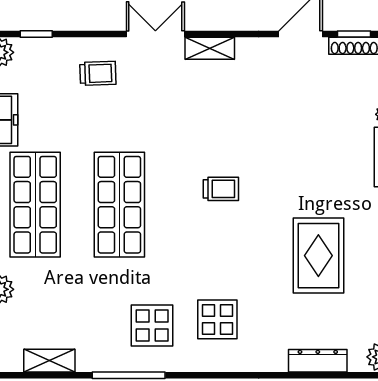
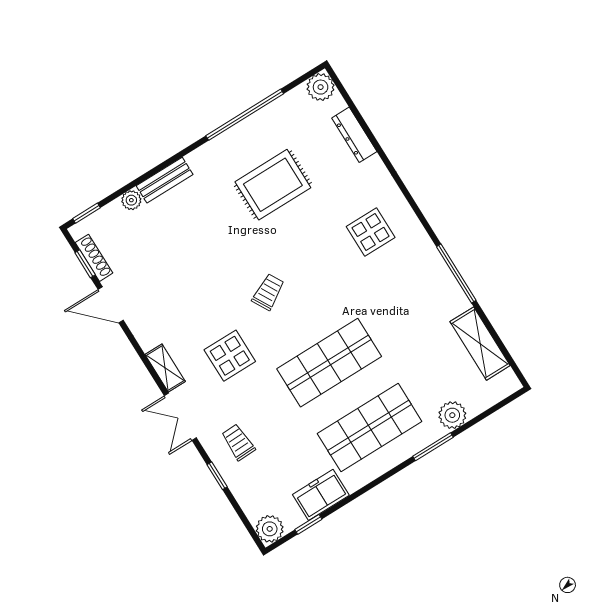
window: (36, 34) -> (217, 476), moved
trolley: (221, 189) -> (268, 292), turned 61
display table: (152, 325) -> (230, 356), moved
shelving: (49, 361) -> (480, 344), width x1.50, depth x1.33

